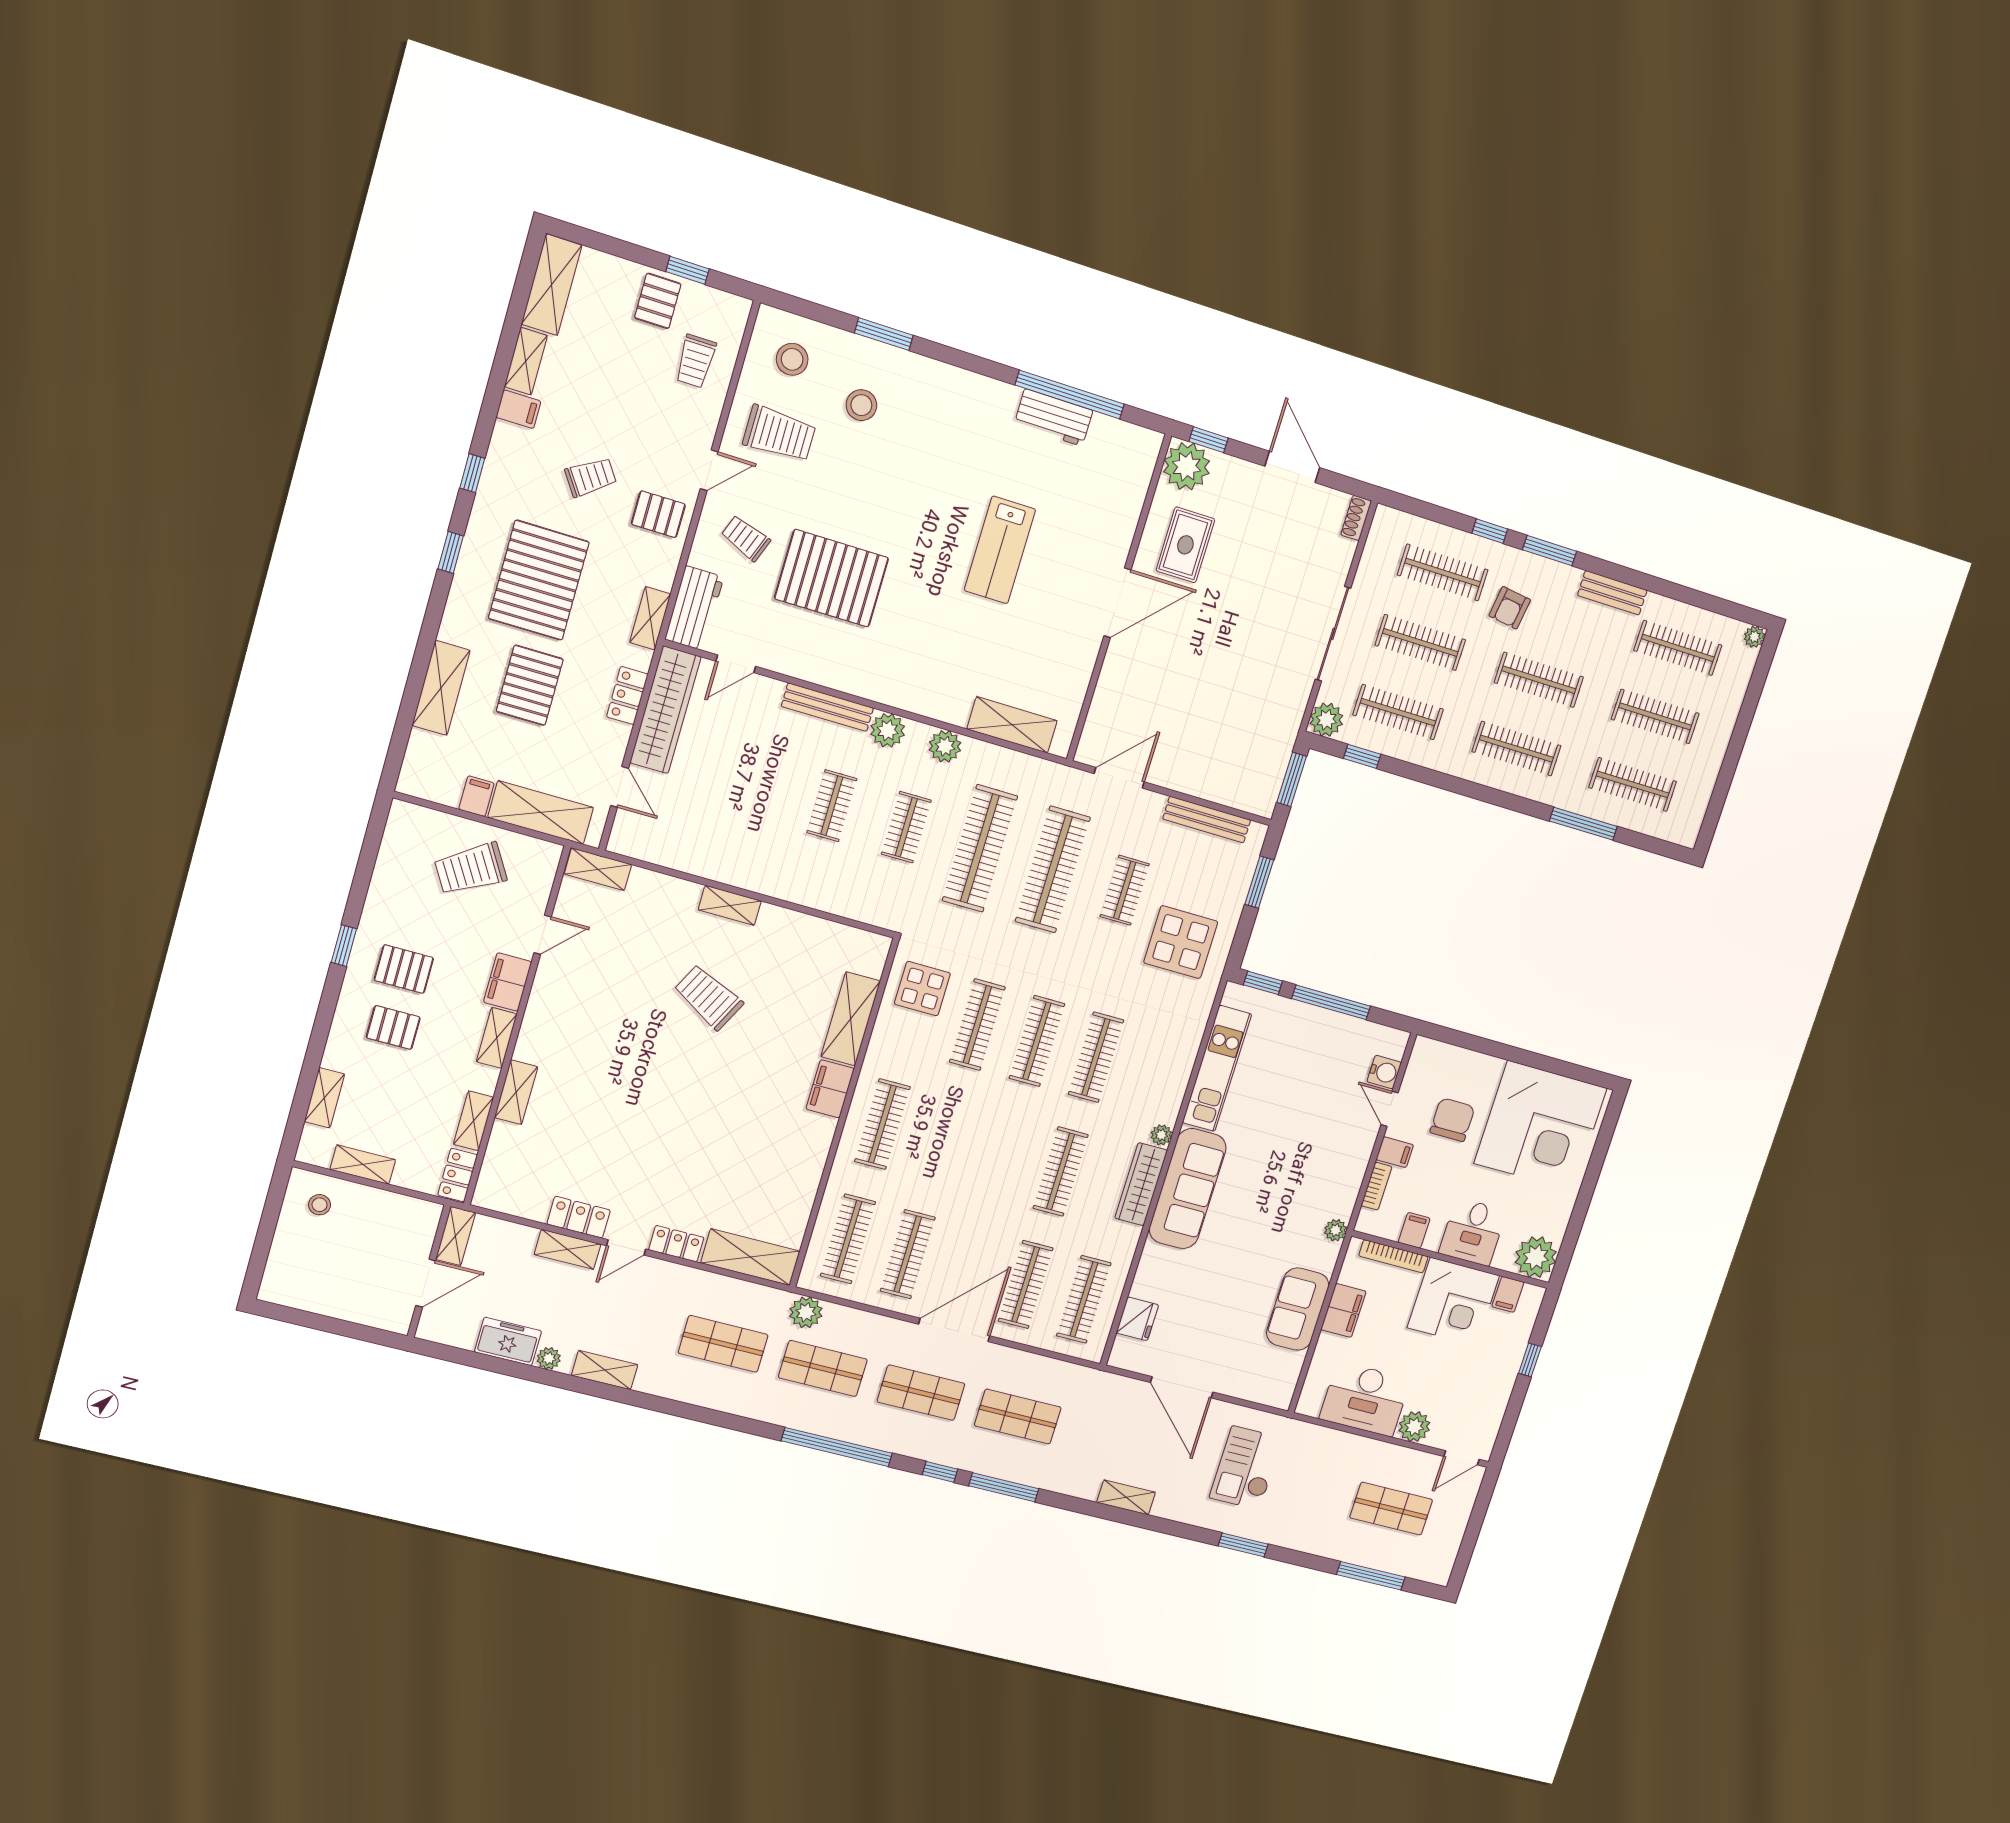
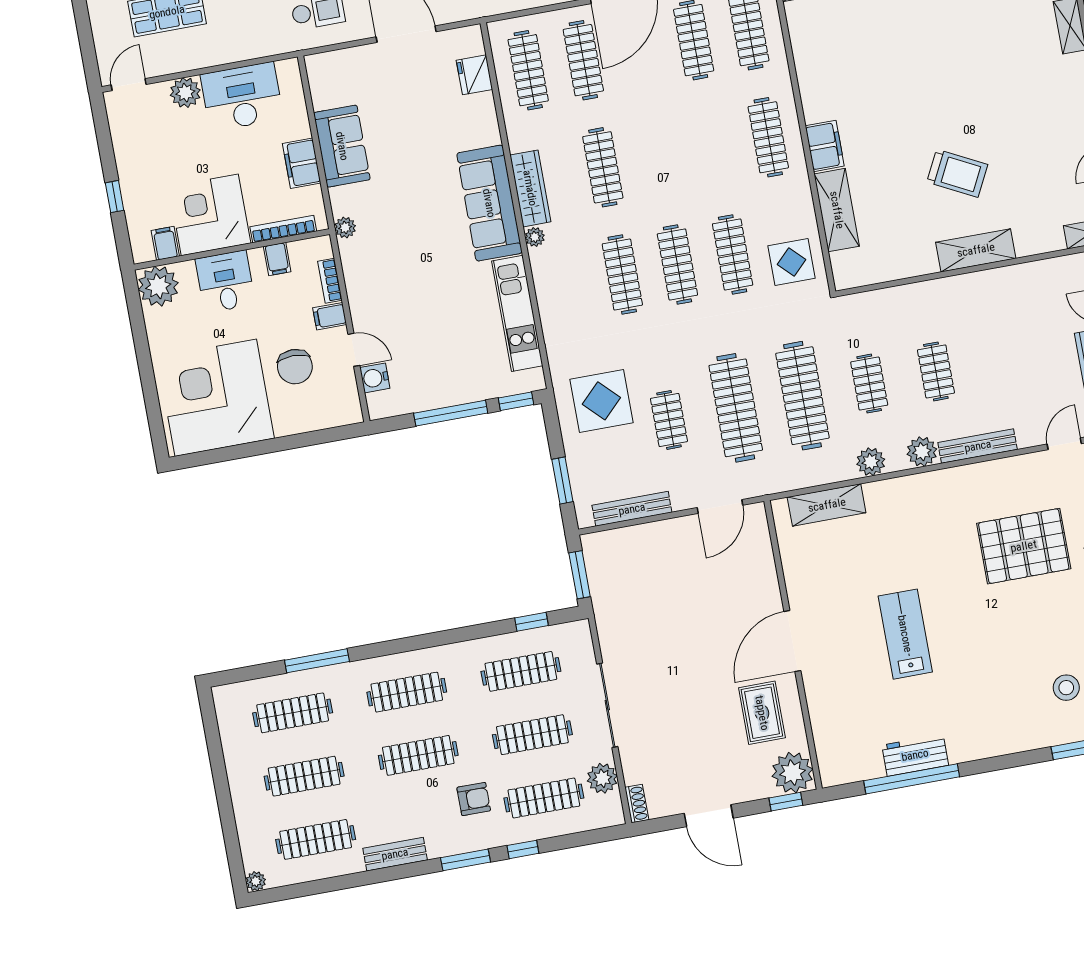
armchair: (1510, 608) -> (474, 799), turned 82
plant: (1326, 720) -> (602, 778), moved
shelving: (730, 905) -> (976, 250), width x1.50, depth x1.33

